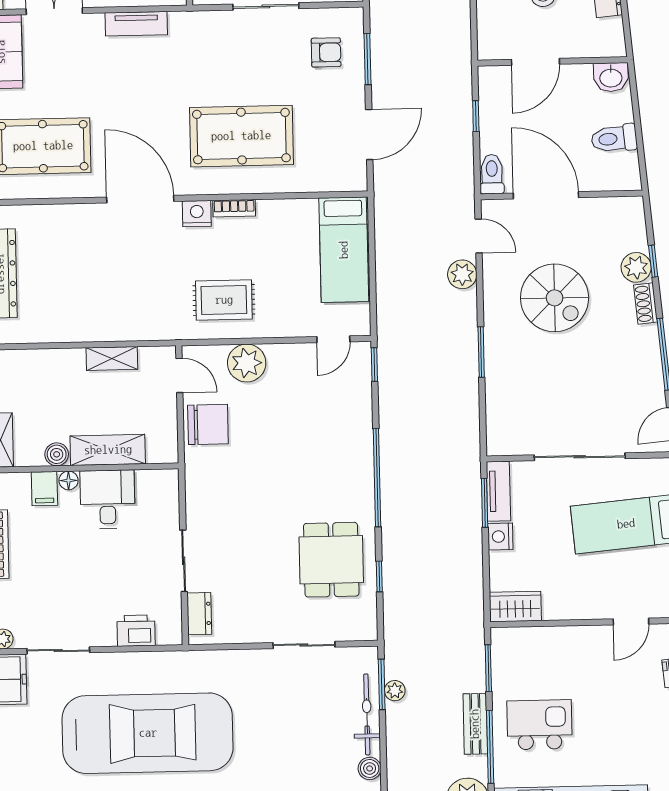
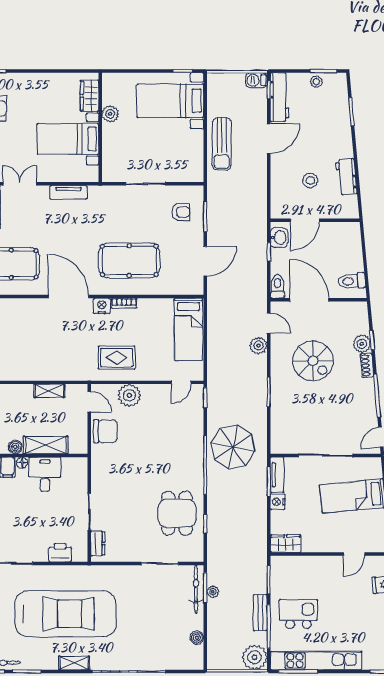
washbasin: (611, 77) -> (279, 238), moved, turned -90
toilet: (614, 139) -> (352, 281), moved
parasol: (423, 446) -> (233, 447), added
bicycle: (367, 714) -> (196, 589), moved

